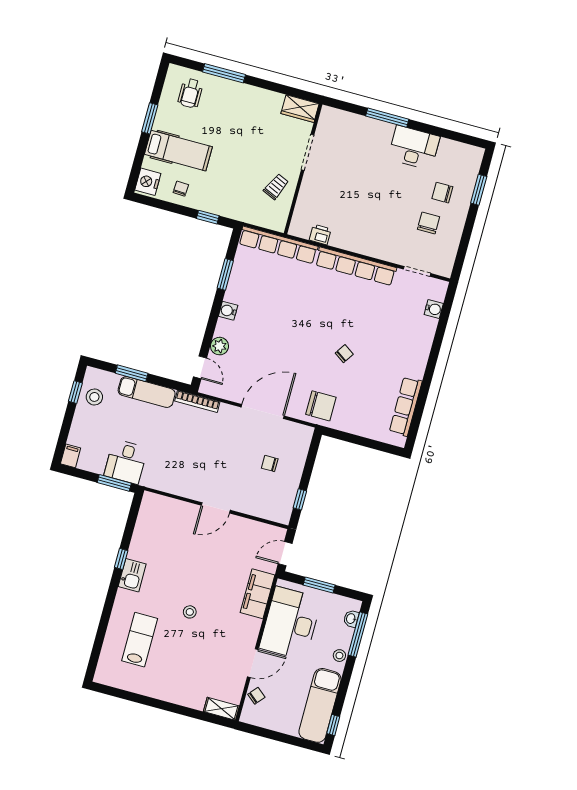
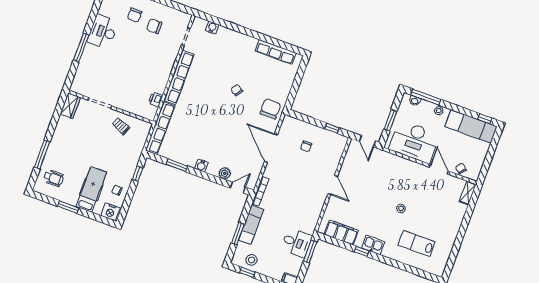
filing cabinet: (257, 594) -> (341, 232), moved, turned 180

